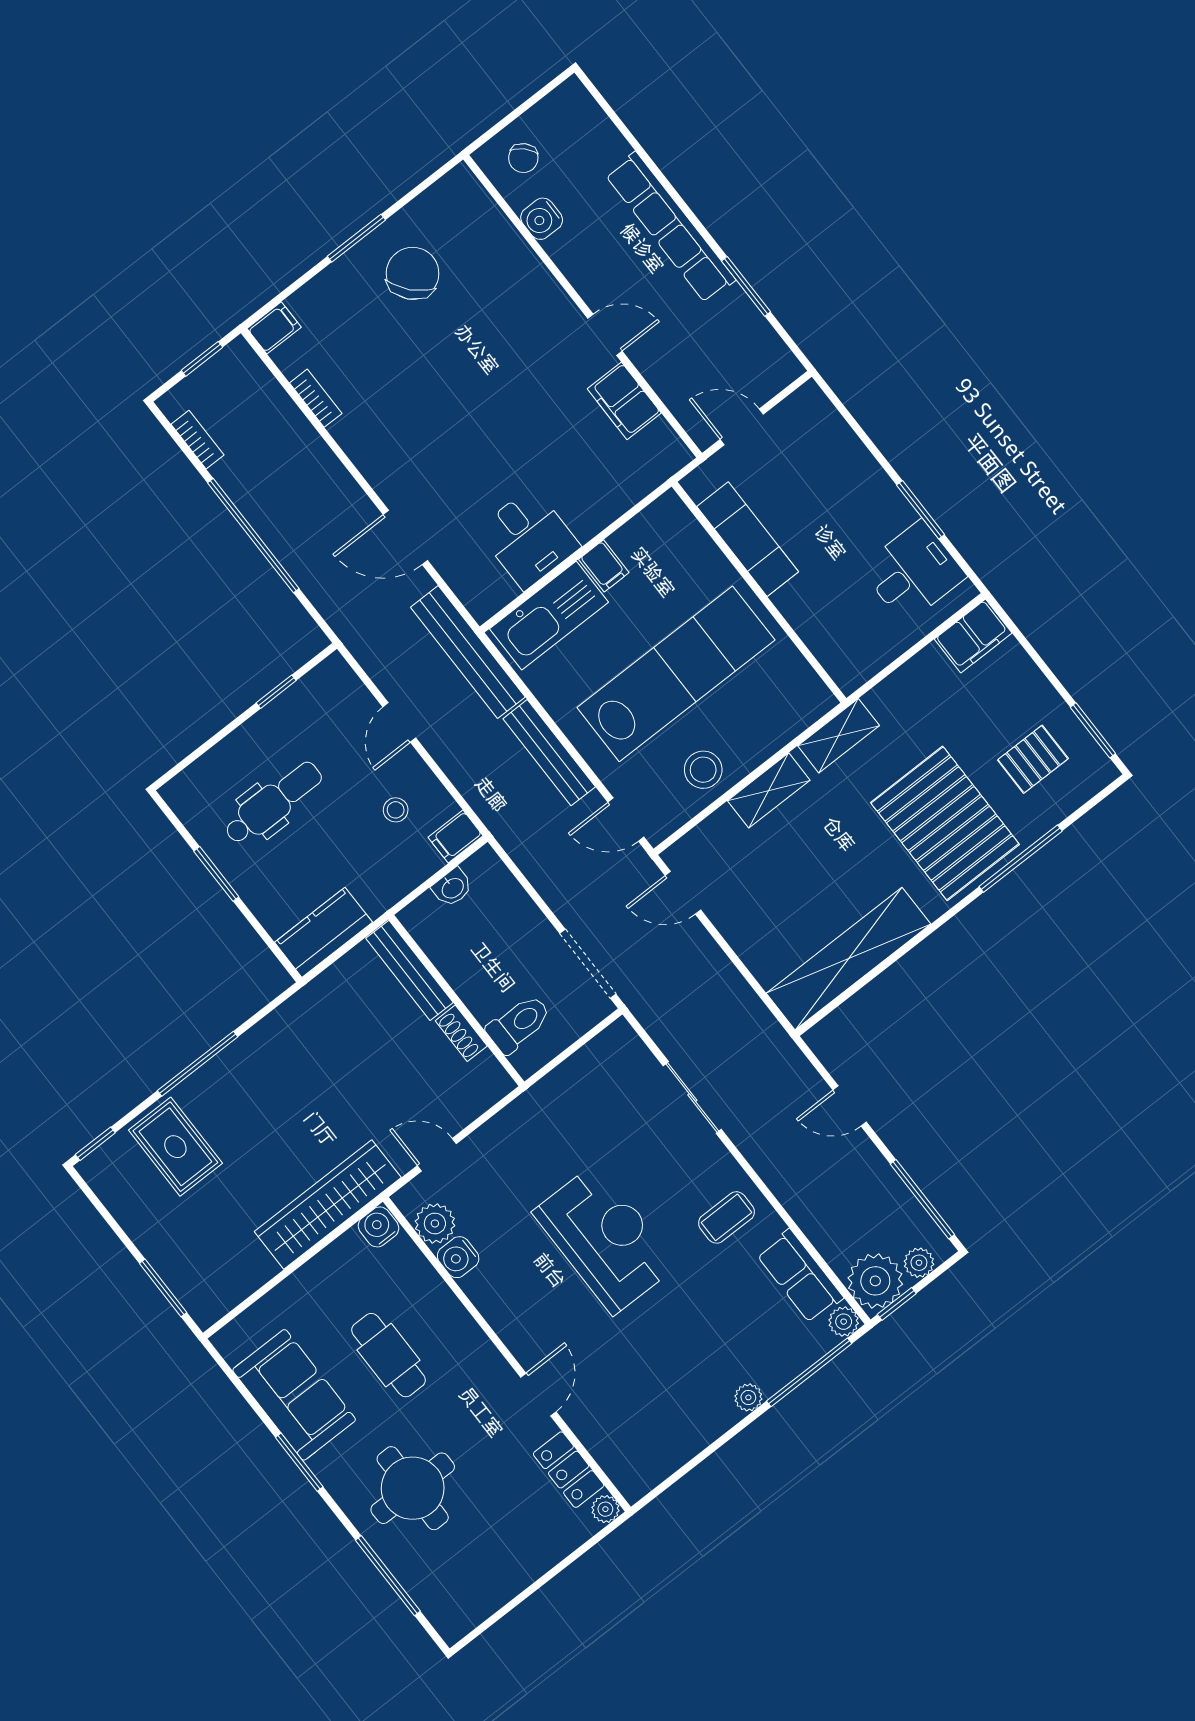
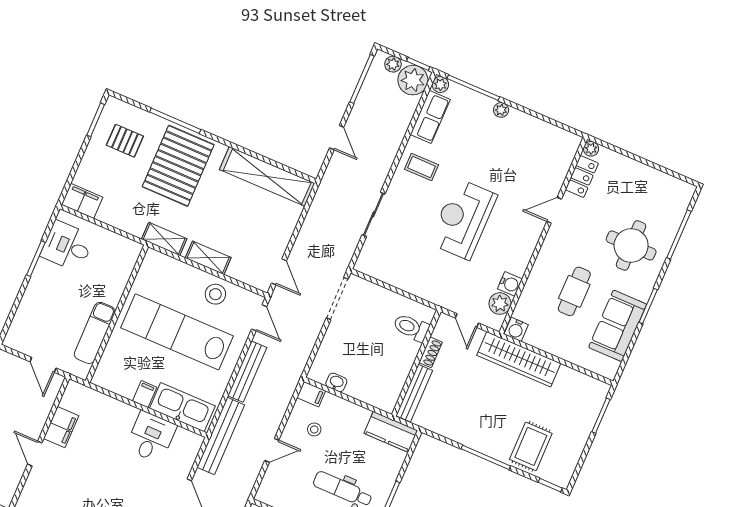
bench: (410, 970) -> (414, 393), moved
wall: (456, 1000) -> (416, 363), moved
toilet: (519, 1024) -> (411, 327), moved
shoe rack: (461, 1033) -> (431, 352), moved

